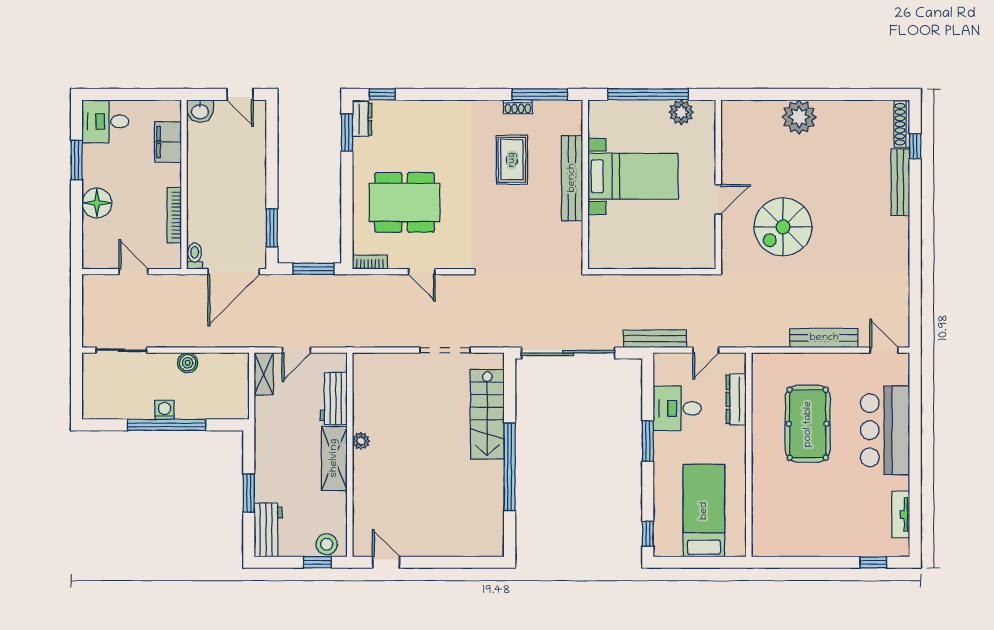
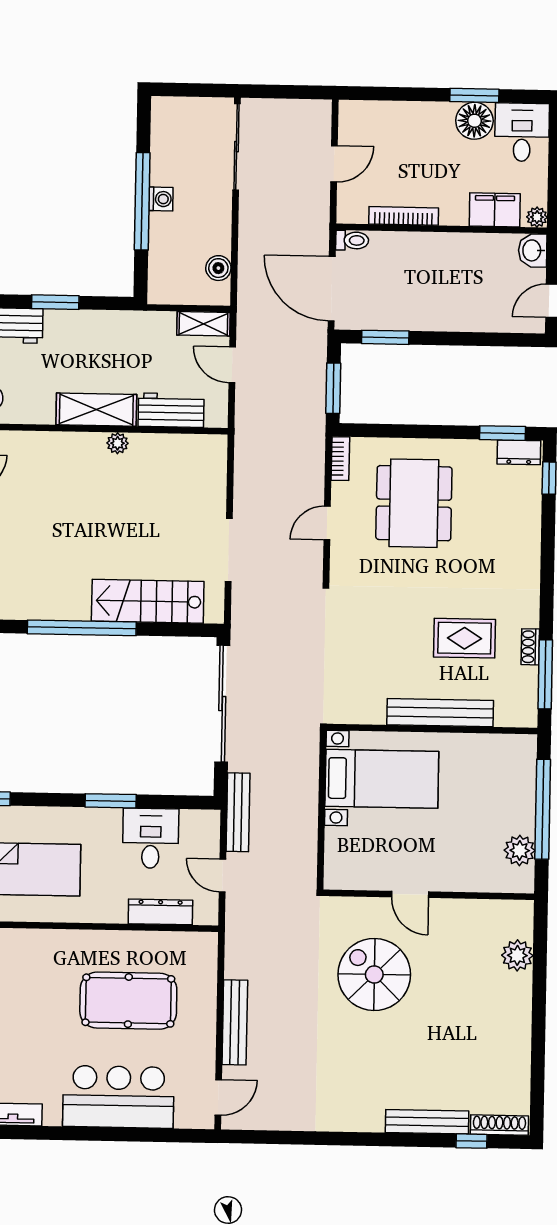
plant: (173, 108) -> (537, 217), added
plant: (799, 117) -> (517, 955), moved, width x0.73, depth x0.73
bed with nightstands: (633, 176) -> (382, 779), moved, turned -90
floor lamp: (97, 203) -> (474, 121), moved
sliding door: (121, 350) -> (236, 147), width x1.37
boiler: (188, 363) -> (218, 268), moved

